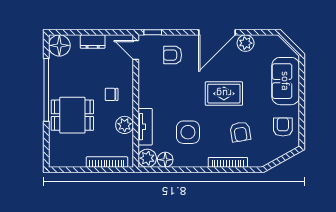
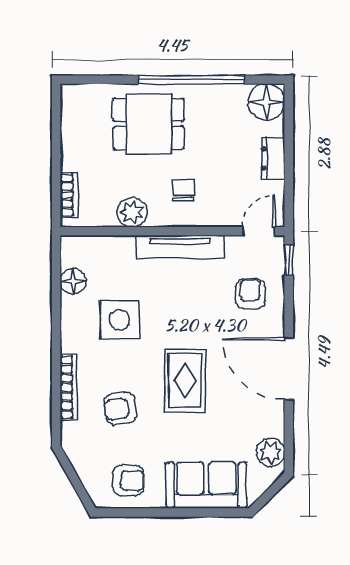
plant: (246, 43) -> (271, 452), moved
dining table: (72, 115) -> (149, 124), turned 90
tv unit: (145, 127) -> (180, 247), moved, width x1.41
plant: (147, 158) -> (76, 251), removed
bookcase: (107, 162) -> (69, 195), width x0.64

